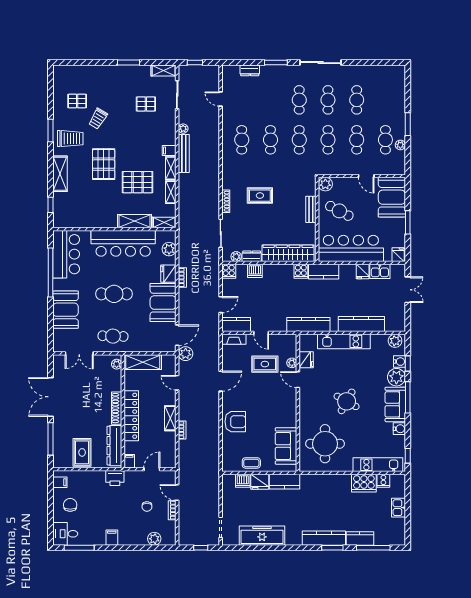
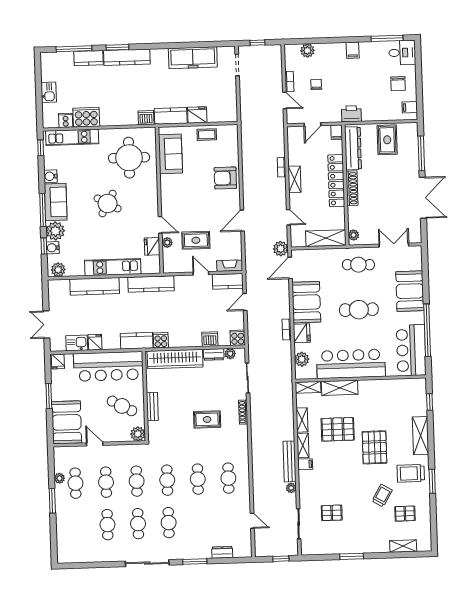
shelving: (164, 71) -> (403, 546), moved
dishwasher: (243, 481) -> (146, 118), moved

